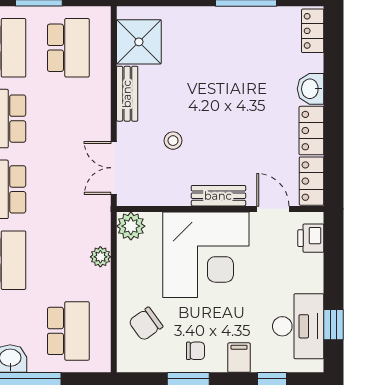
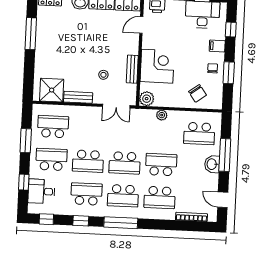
bench: (218, 196) -> (132, 69), moved
corner desk: (206, 255) -> (157, 66), width x0.74, depth x0.74
school desk: (68, 331) -> (199, 134), turned 180

